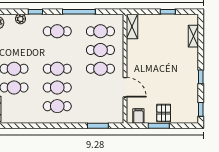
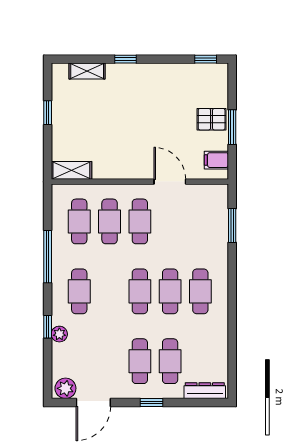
plant: (20, 19) -> (59, 334), moved
window: (201, 77) -> (126, 59), moved
door: (125, 87) -> (170, 182), hinge flipped

